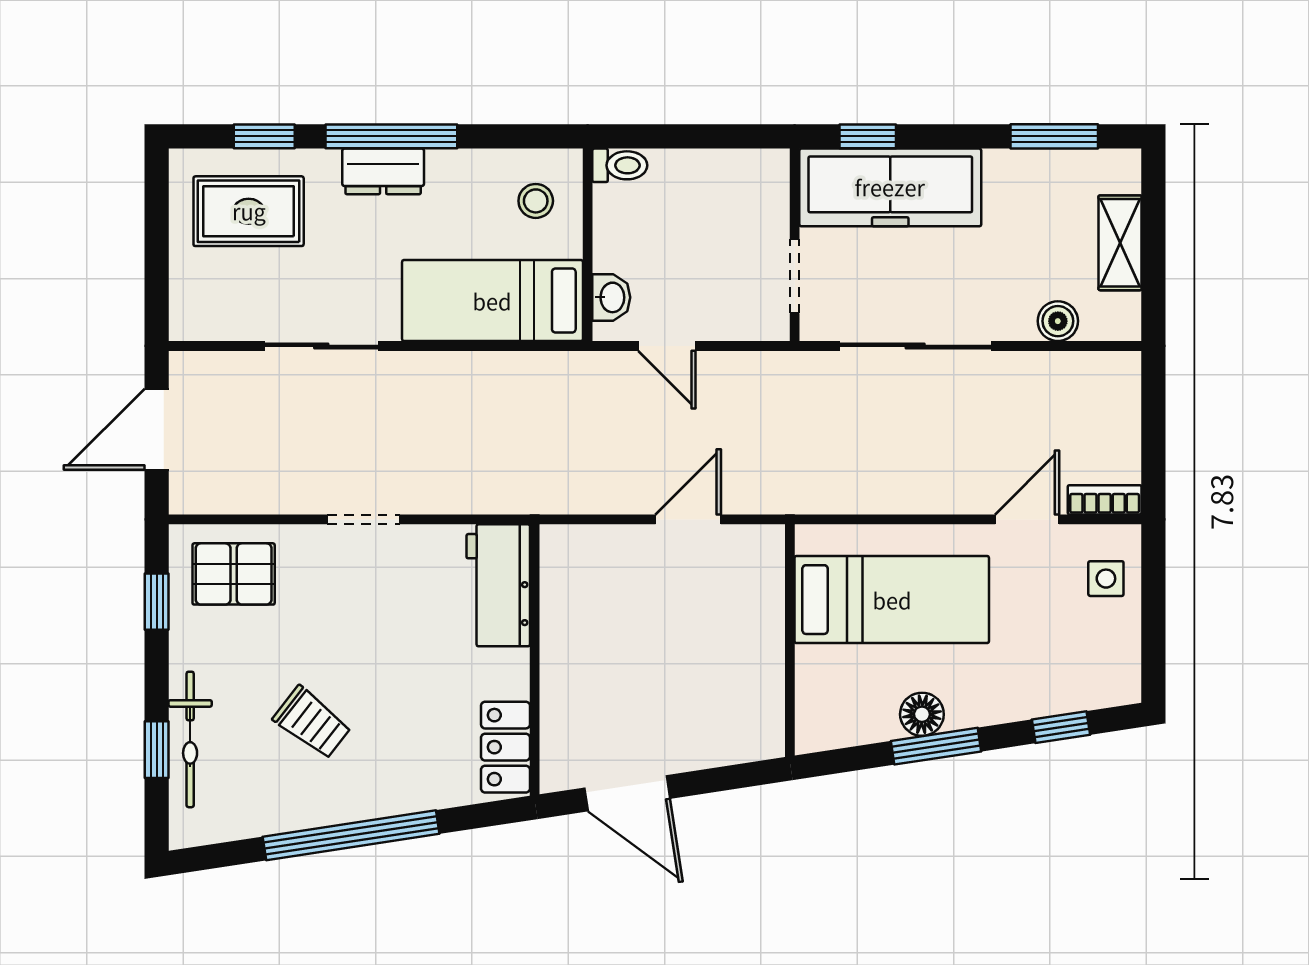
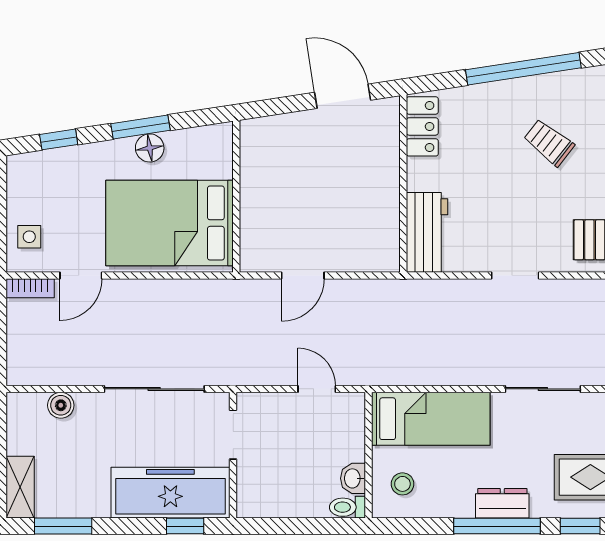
shelving: (1120, 243) -> (20, 487), moved
washbasin: (611, 297) -> (353, 478), moved
bed: (892, 600) -> (169, 223), width x1.50

